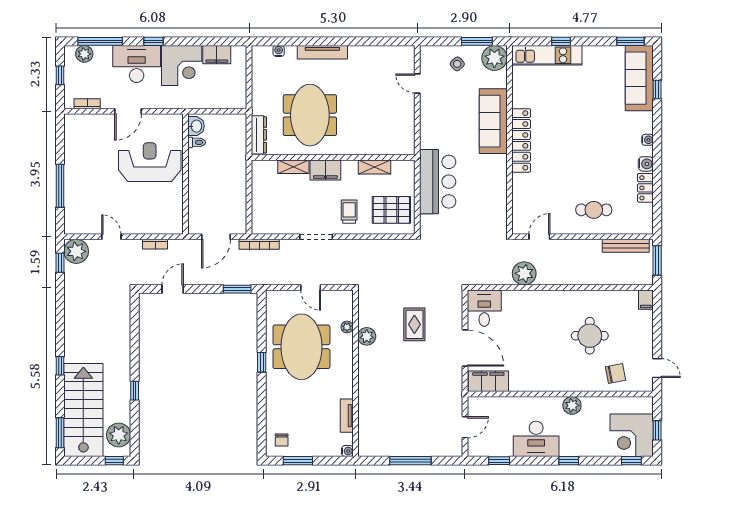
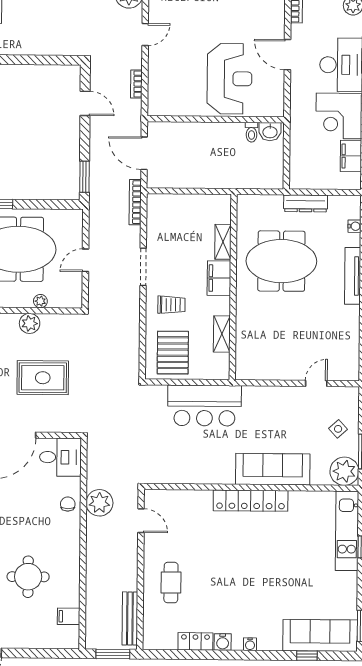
dresser: (259, 135) -> (306, 203), moved
filing cabinet: (646, 300) -> (69, 616), moved
chair: (525, 301) -> (68, 504), added
rug: (414, 324) -> (43, 378), width x1.36, depth x1.43

